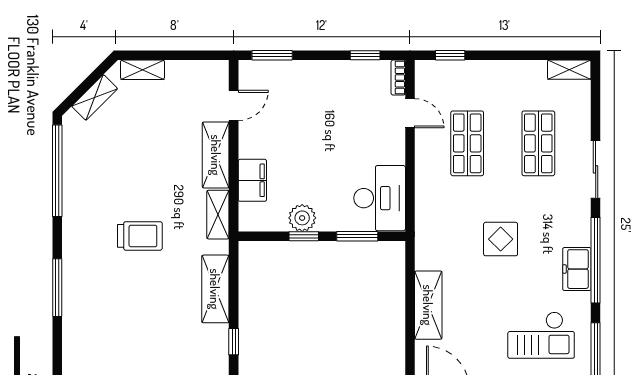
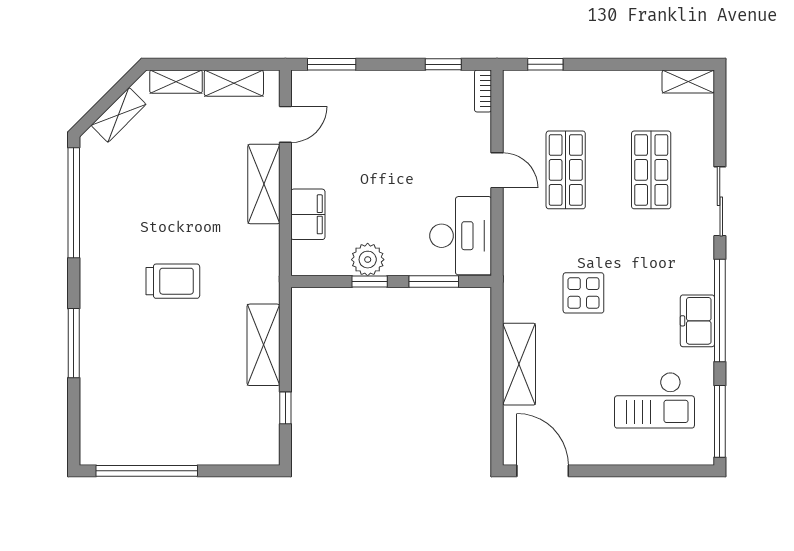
door: (410, 113) -> (497, 170), moved
shelving: (218, 215) -> (234, 83), moved, turned 90
display table: (501, 239) -> (583, 293), moved

